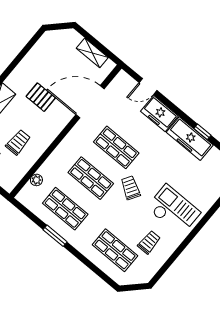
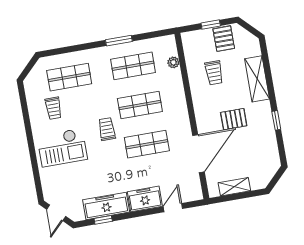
window: (14, 64) -> (276, 120), added
trolley: (130, 188) -> (107, 129), turned -121

